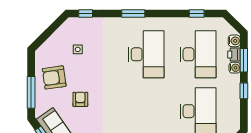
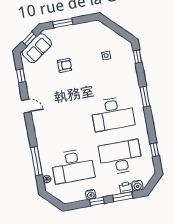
desk: (198, 54) -> (121, 157), turned 180
water cooler: (235, 68) -> (91, 195), moved
armchair: (54, 77) -> (79, 40), removed
window: (31, 92) -> (63, 23), width x0.69

